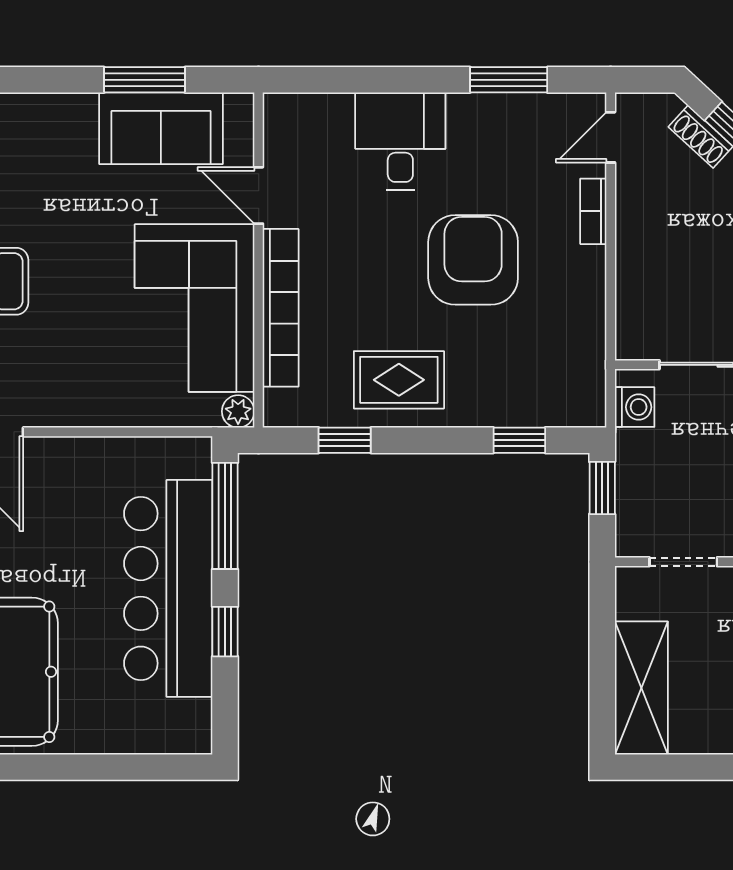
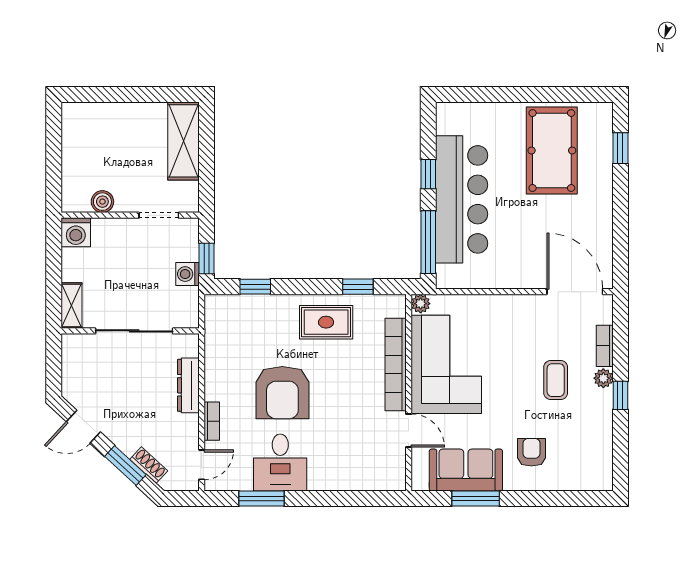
desk: (400, 141) -> (280, 462), moved
armchair: (49, 158) -> (531, 452), added
dresser: (633, 272) -> (188, 385), added
washing machine: (635, 407) -> (187, 274), moved

